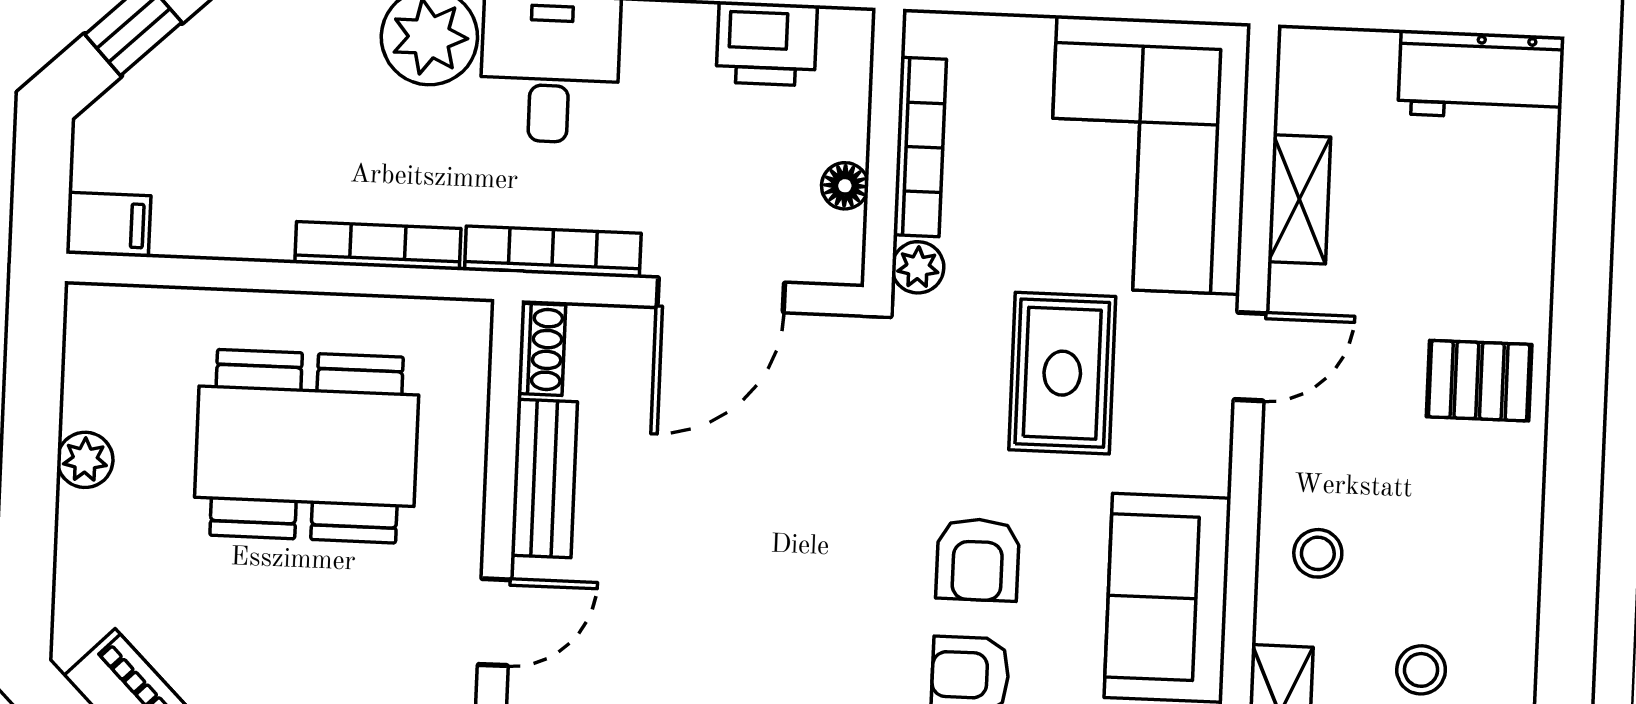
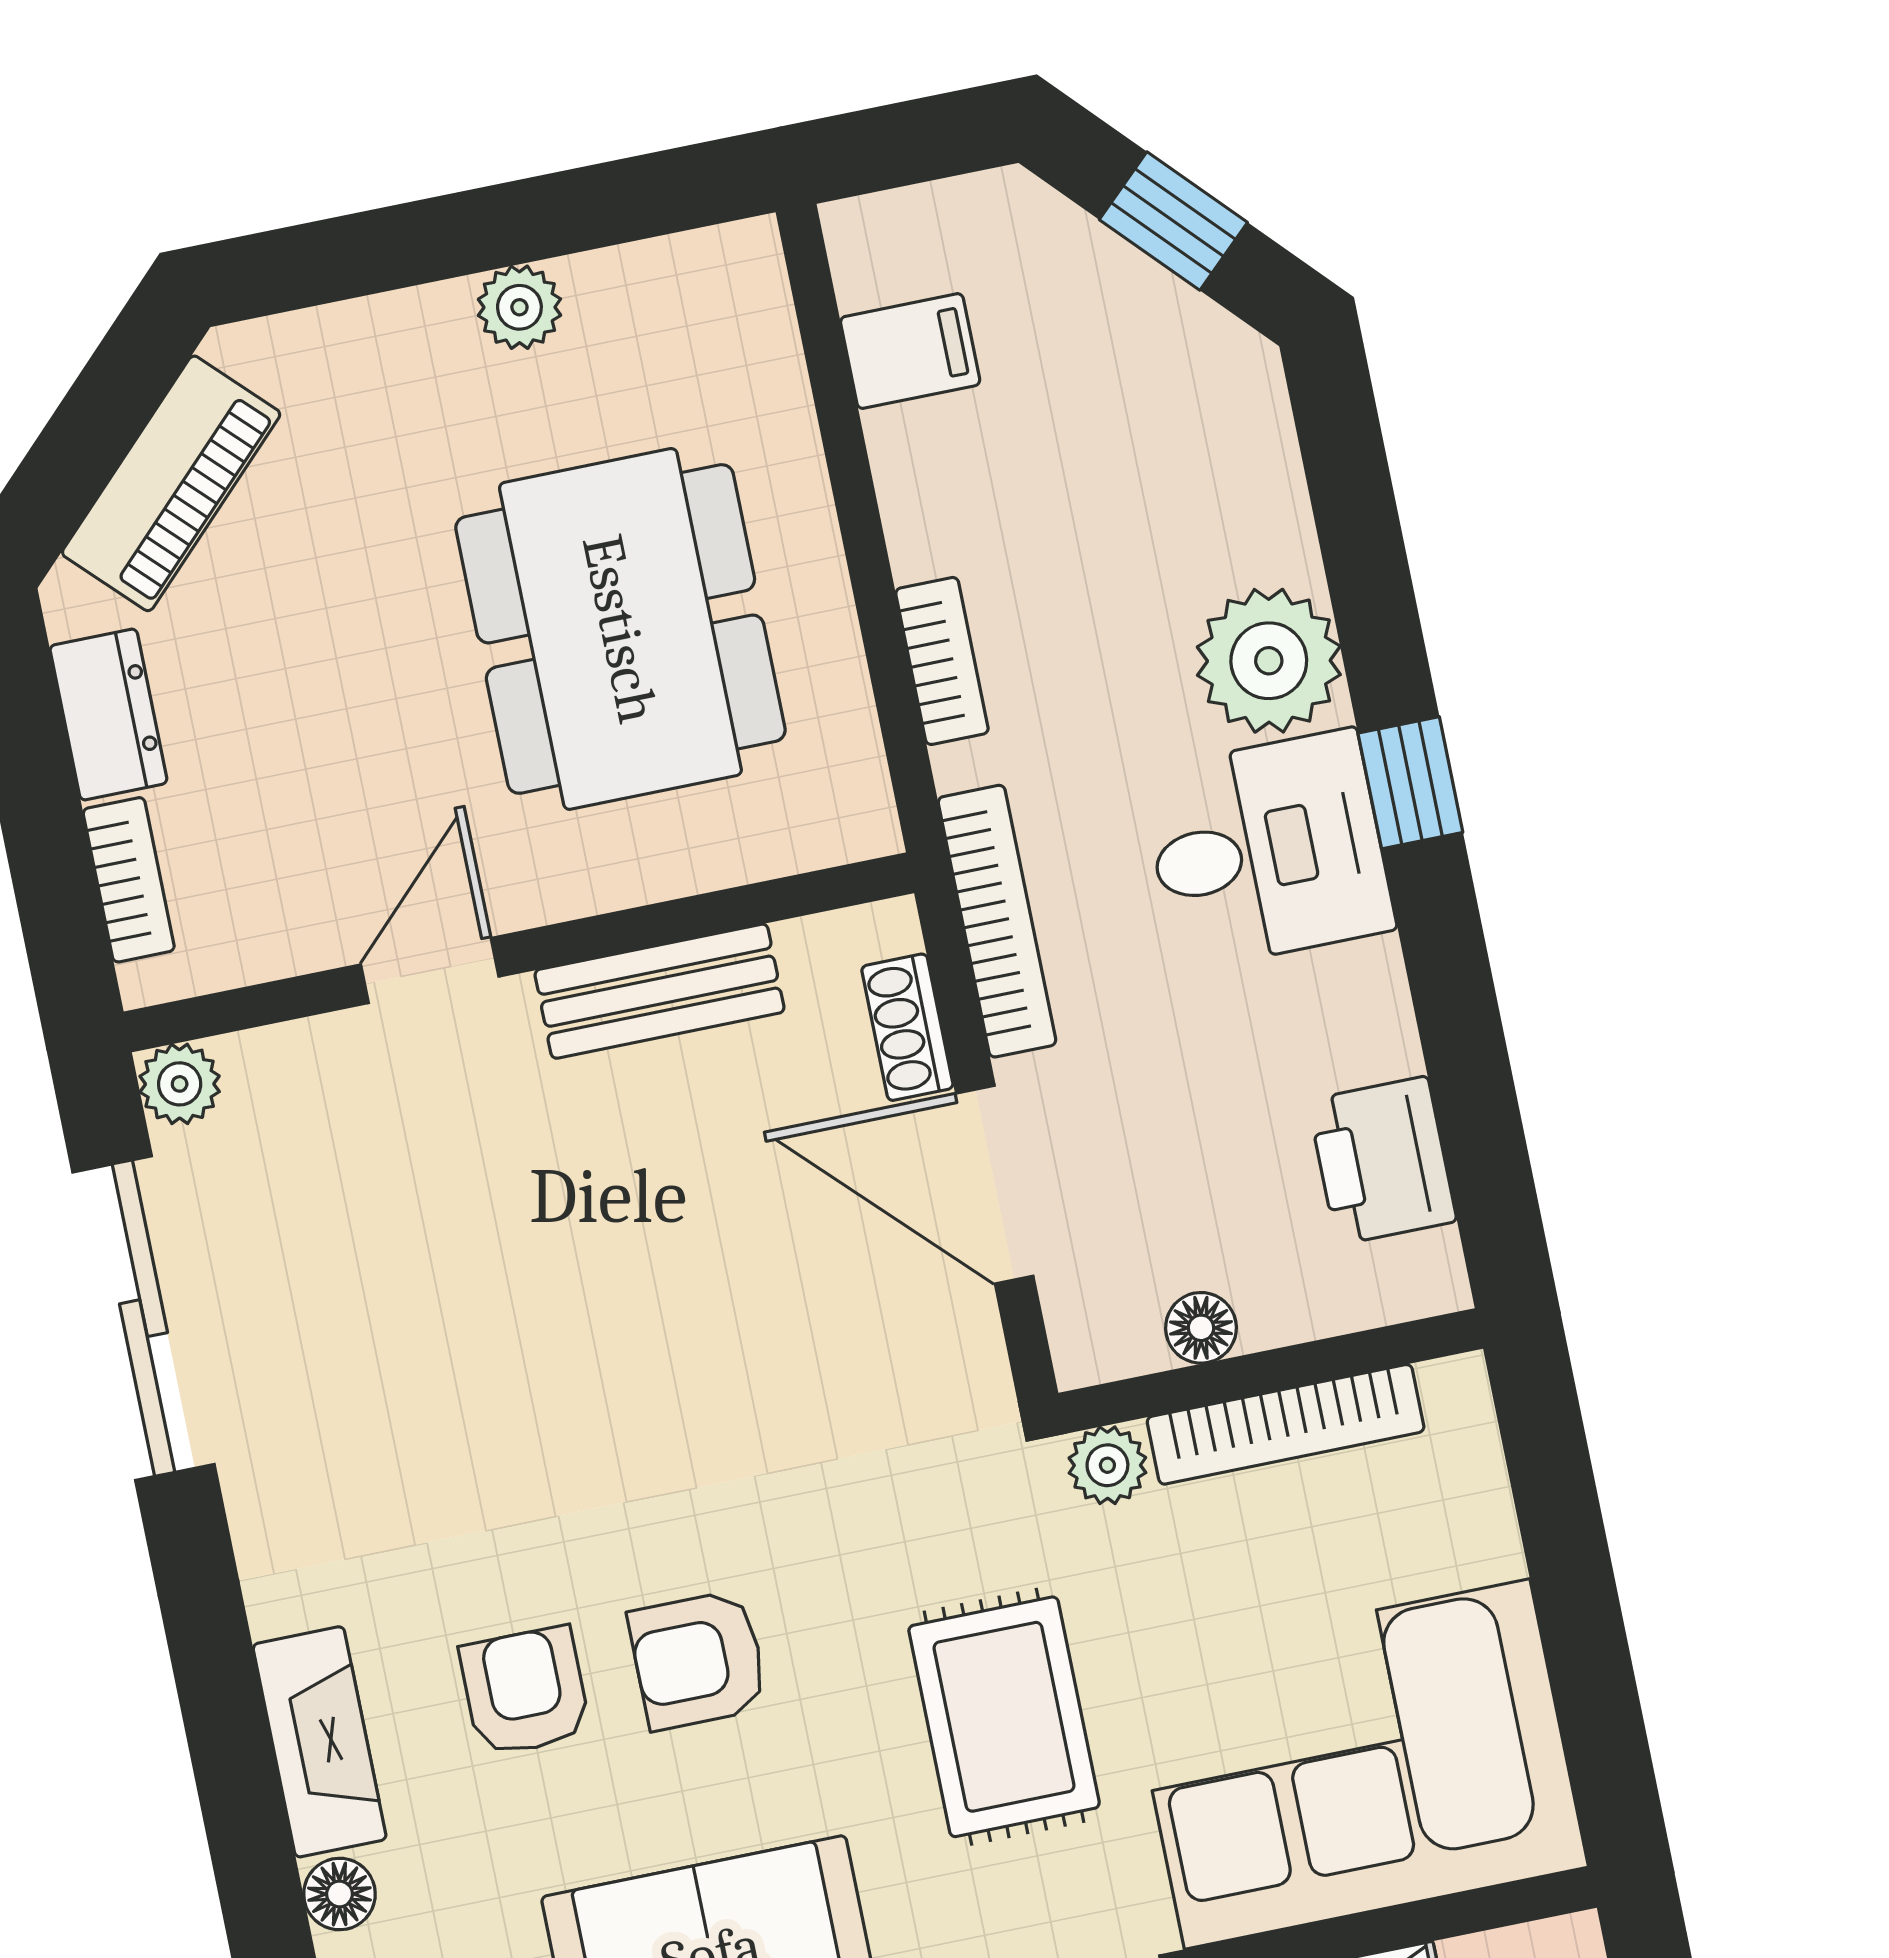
filing cabinet: (108, 225) -> (910, 351), moved, turned -90
bookcase: (378, 246) -> (942, 661), width x0.64
shoe rack: (542, 349) -> (907, 1027), moved, turned 90
rug: (1062, 373) -> (1004, 1717), turned 90
door: (495, 622) -> (430, 970), swing flipped

